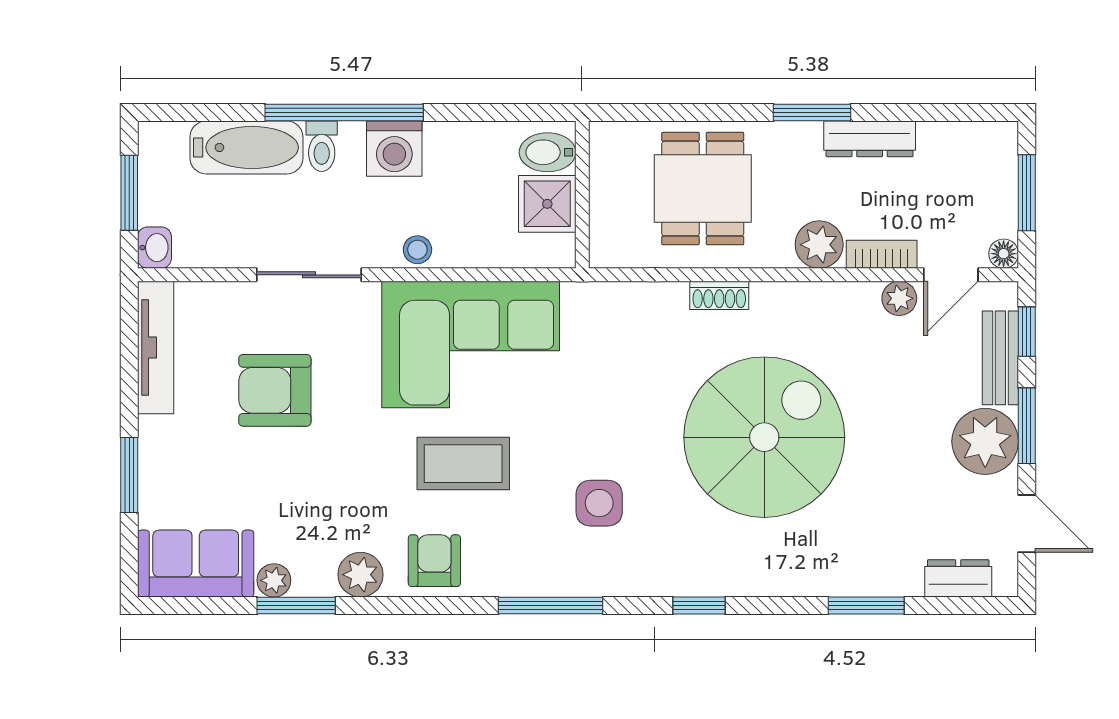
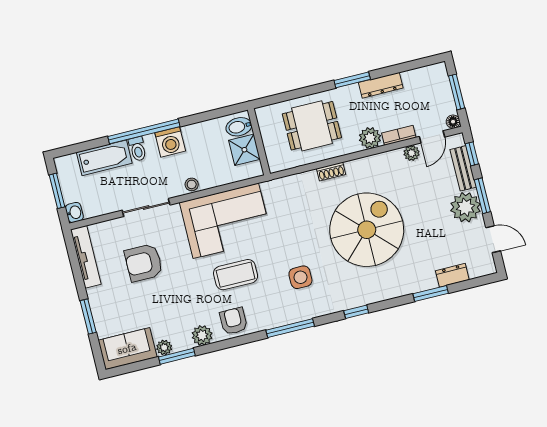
dining table: (703, 189) -> (312, 126), turned 90
dresser: (958, 578) -> (452, 275), moved

